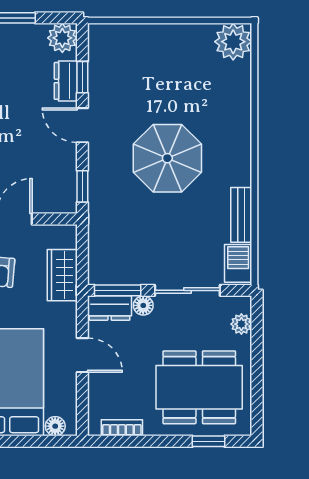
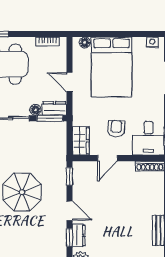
wardrobe: (62, 275) -> (81, 141), moved

